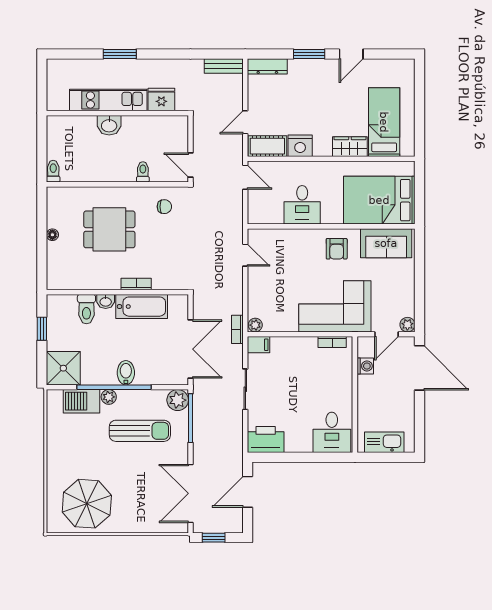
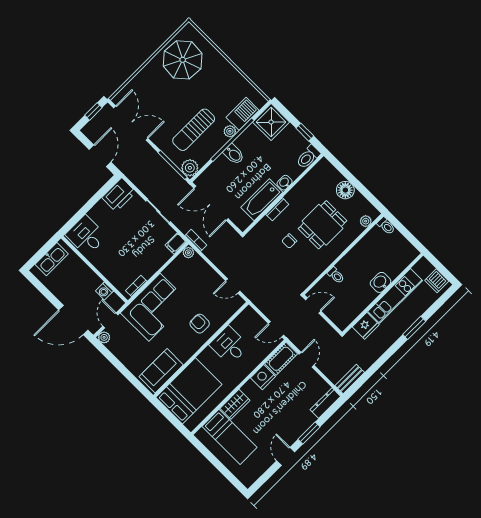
dishwasher: (57, 76) -> (437, 281), added
plant: (67, 194) -> (366, 221), added
chair: (164, 207) -> (289, 241), moved
floor lamp: (52, 235) -> (345, 190), width x1.89, depth x1.89
armchair: (337, 249) -> (200, 324), moved
toilet: (86, 309) -> (308, 157), moved, turned -90

